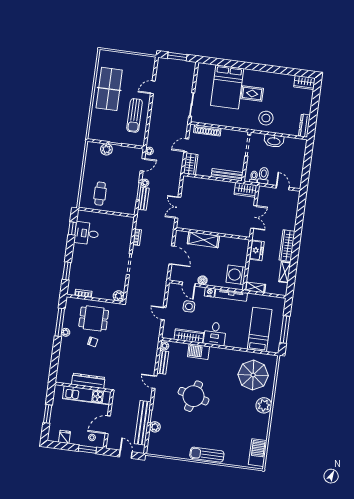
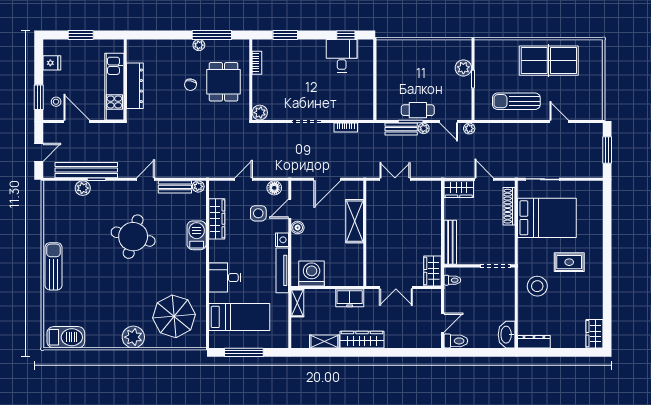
bed: (227, 87) -> (547, 218), moved, turned 180
rug: (252, 94) -> (569, 262), turned 90
washbasin: (274, 141) -> (507, 335), moved
toilet: (263, 176) -> (456, 341), moved
cafe table: (100, 194) -> (418, 110), moved
floor lamp: (173, 293) -> (274, 188), added
desk: (215, 334) -> (225, 278), moved

